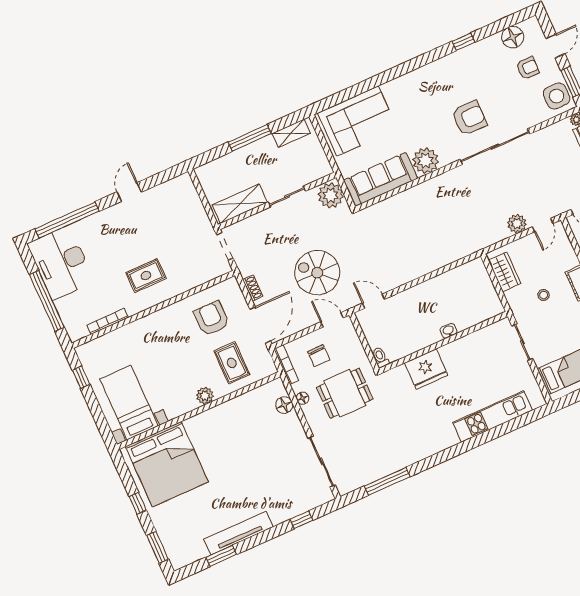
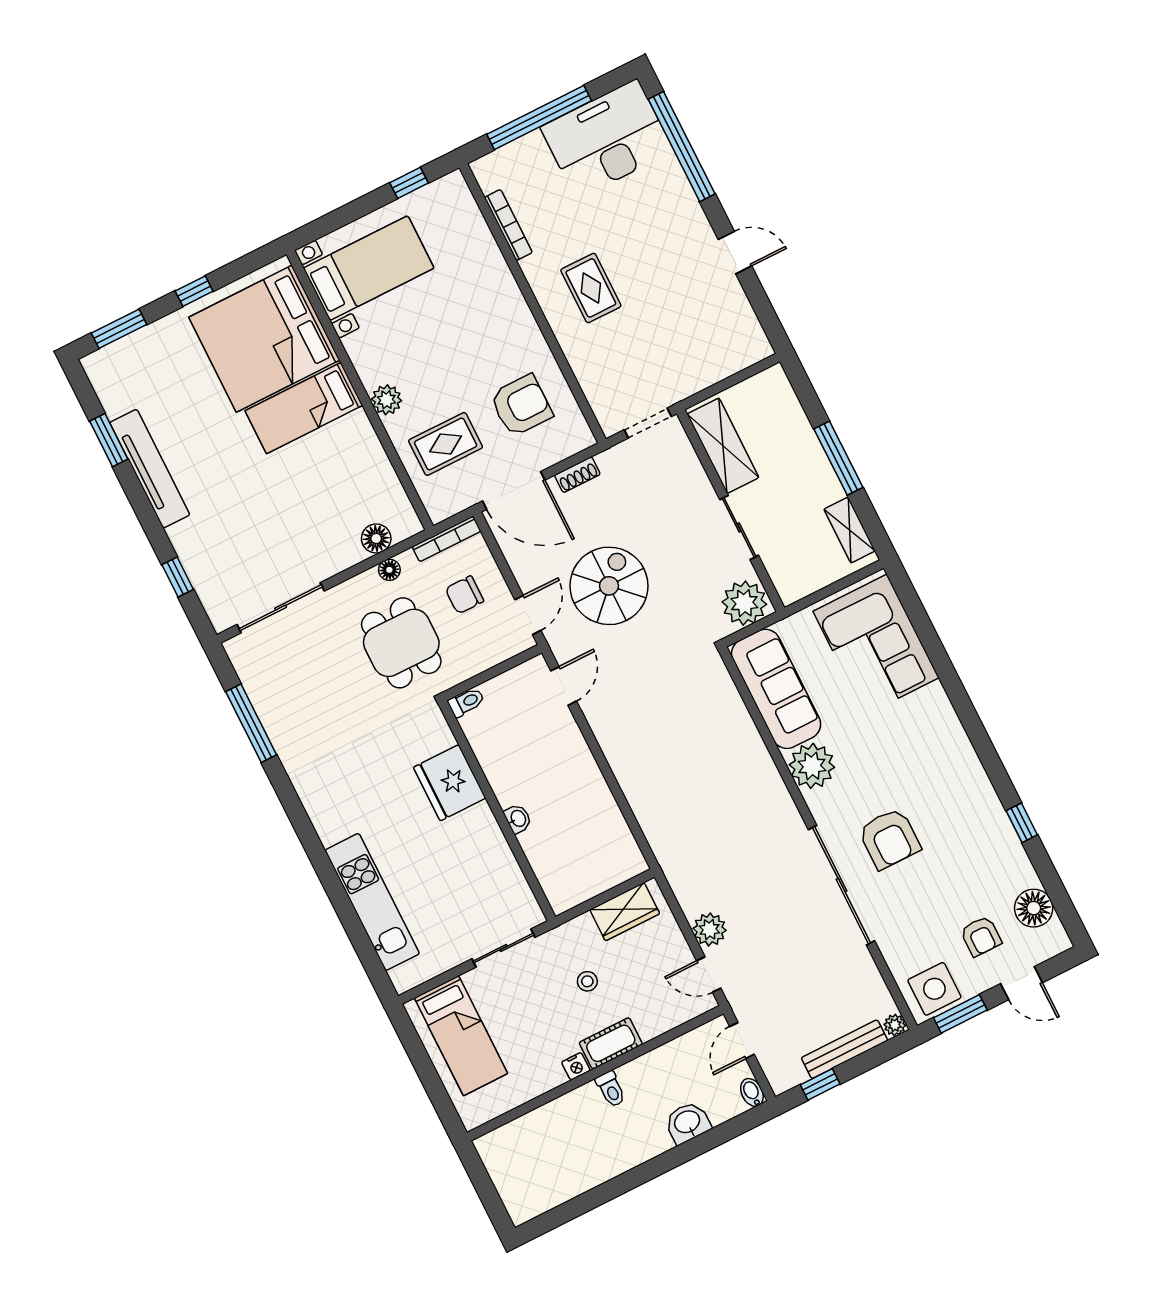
bed: (208, 443) -> (304, 408), added

